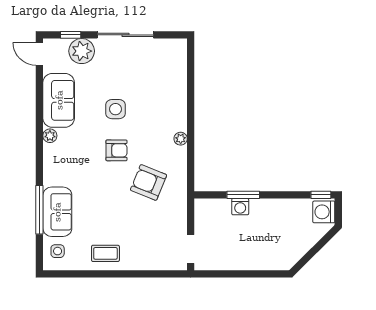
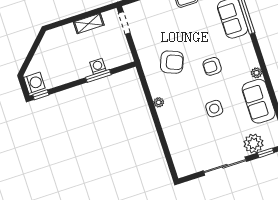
armchair: (116, 150) -> (212, 66), moved
shelving: (234, 262) -> (89, 24), added

